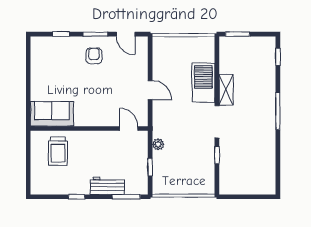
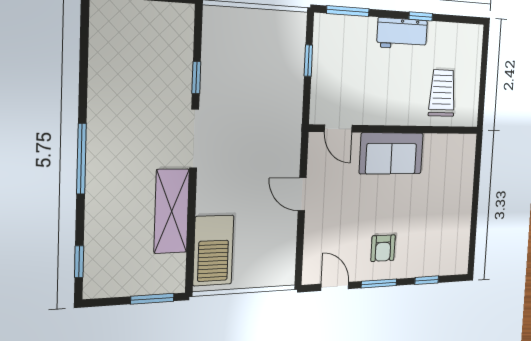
barbecue: (203, 83) -> (213, 250), moved
shelving: (226, 90) -> (172, 211), width x1.50, depth x1.33
sofa: (52, 114) -> (391, 153), moved
plant: (158, 144) -> (294, 100), removed
workbench: (107, 186) -> (402, 34), moved

